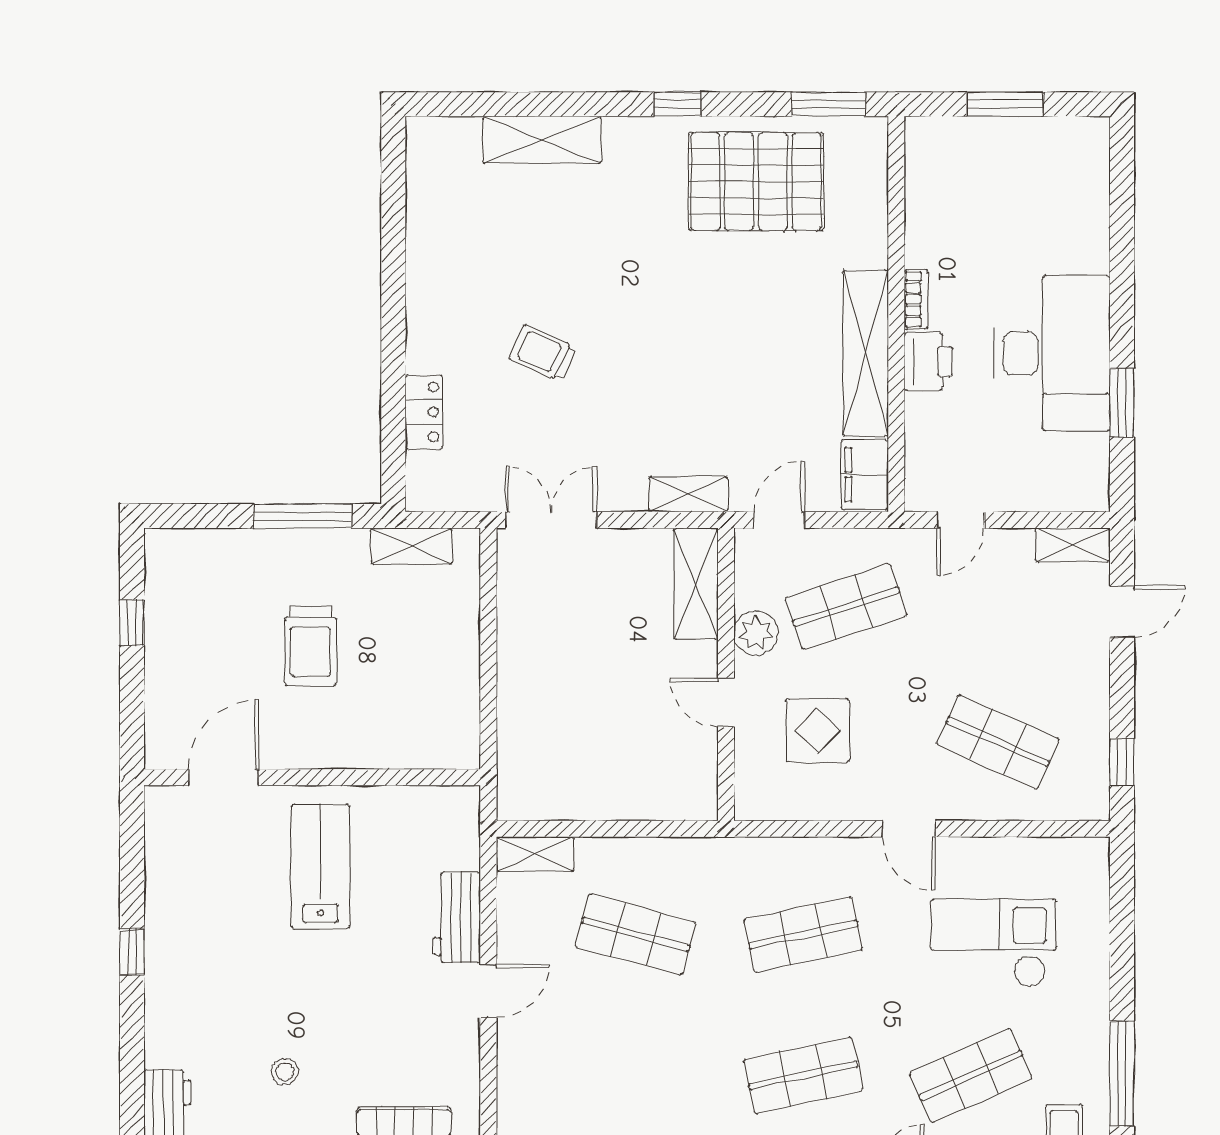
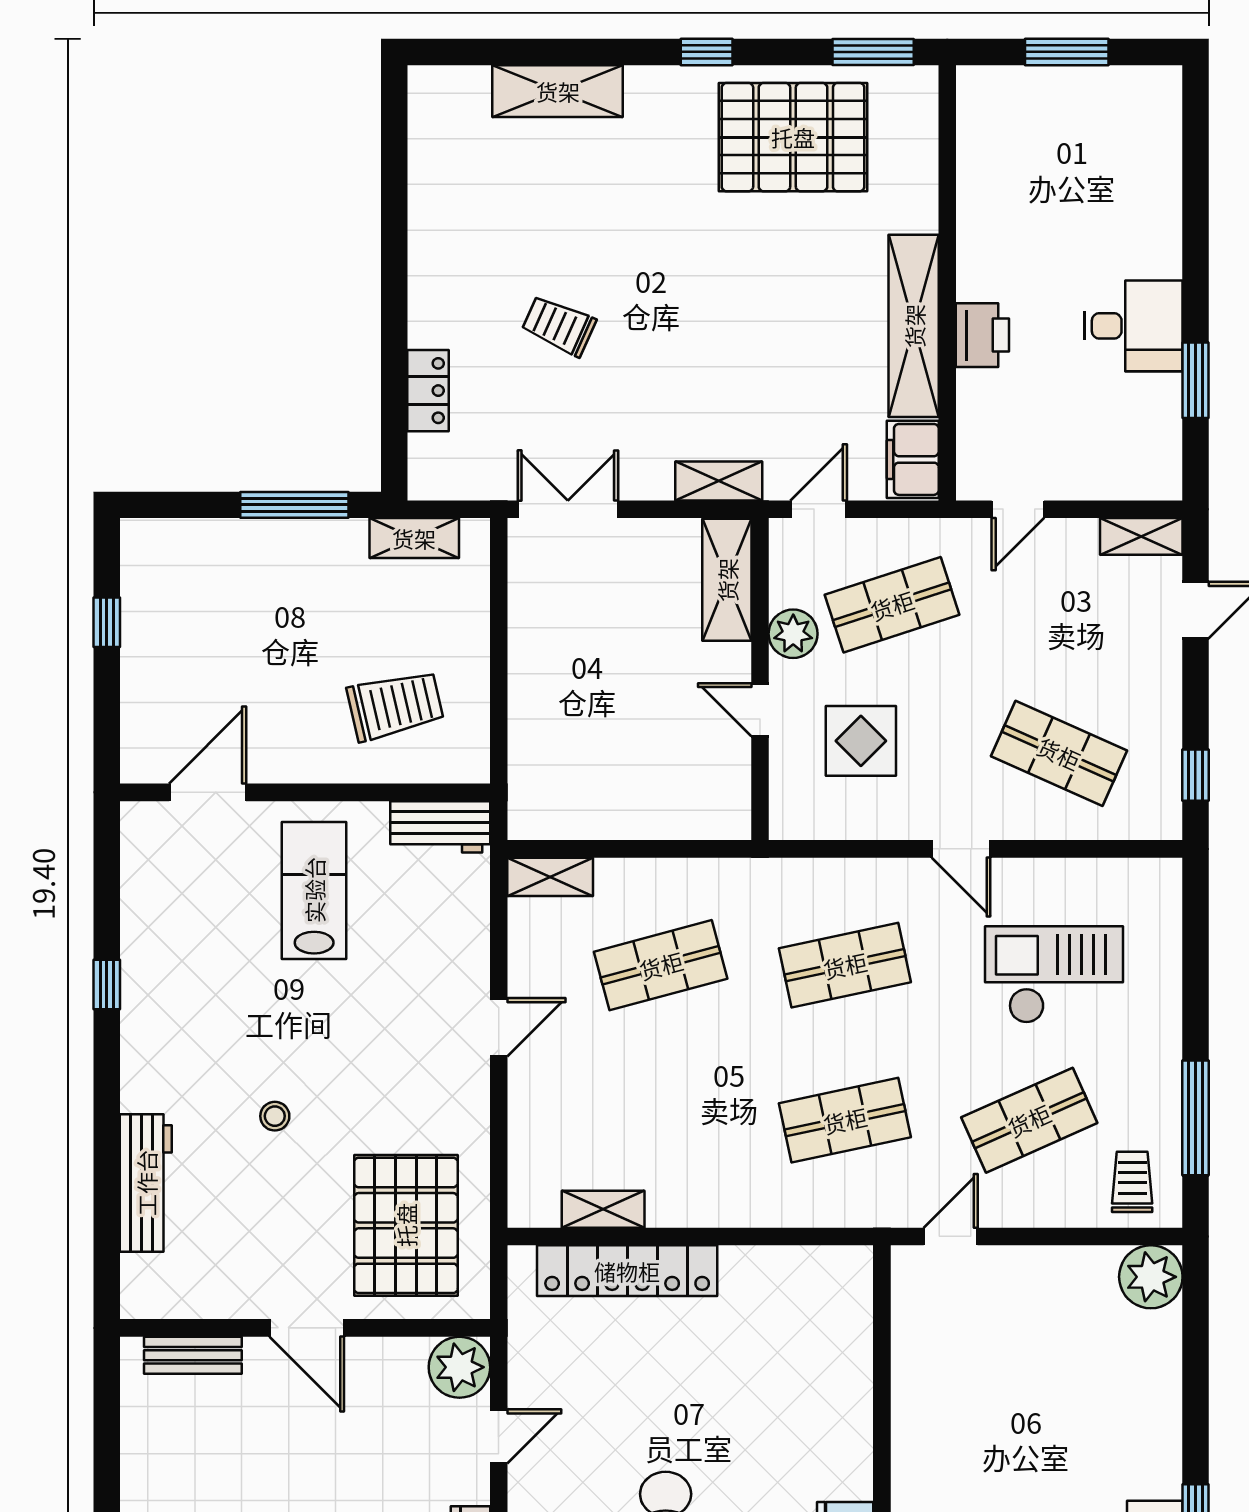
bookcase: (916, 299) -> (969, 267), removed
desk: (1052, 353) -> (1133, 326), width x0.53, depth x0.77
trolley: (310, 646) -> (395, 705), moved, turned -103
workbench: (457, 917) -> (440, 827), moved, turned -90
shop shelf: (635, 935) -> (661, 965), turned -30

